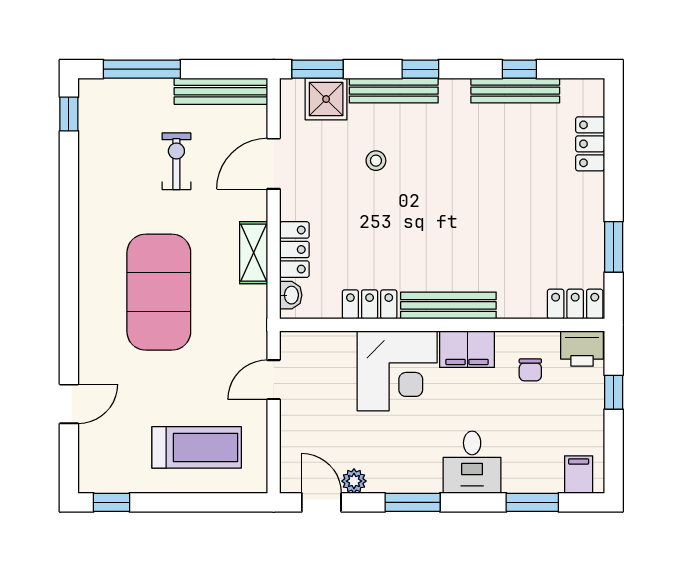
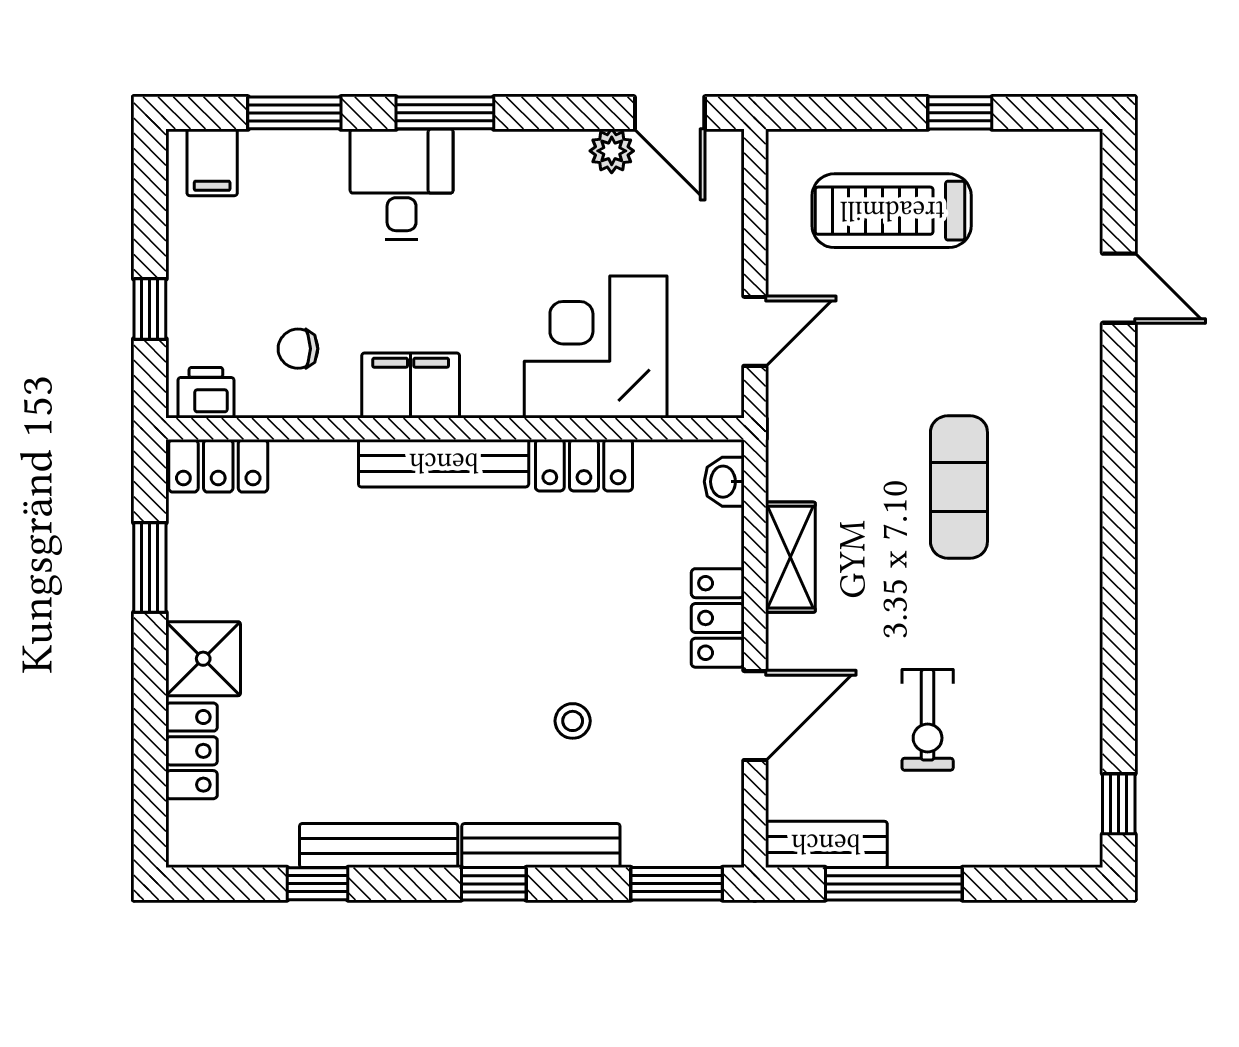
window: (142, 69) -> (894, 884), moved
bench: (221, 91) -> (826, 844), width x0.73
bench: (515, 91) -> (379, 846), moved
shower: (326, 99) -> (203, 659), moved
locker: (294, 250) -> (718, 618), moved
exercise mat: (159, 292) -> (959, 487), width x0.50, depth x0.69
printer: (582, 349) -> (206, 393), width x0.73, depth x0.81
chair: (530, 370) -> (298, 349), turned -90
corner desk: (397, 371) -> (596, 347), moved
door: (69, 404) -> (1119, 288), swing flipped
window: (111, 502) -> (960, 113), moved
window: (413, 502) -> (445, 113), moved

